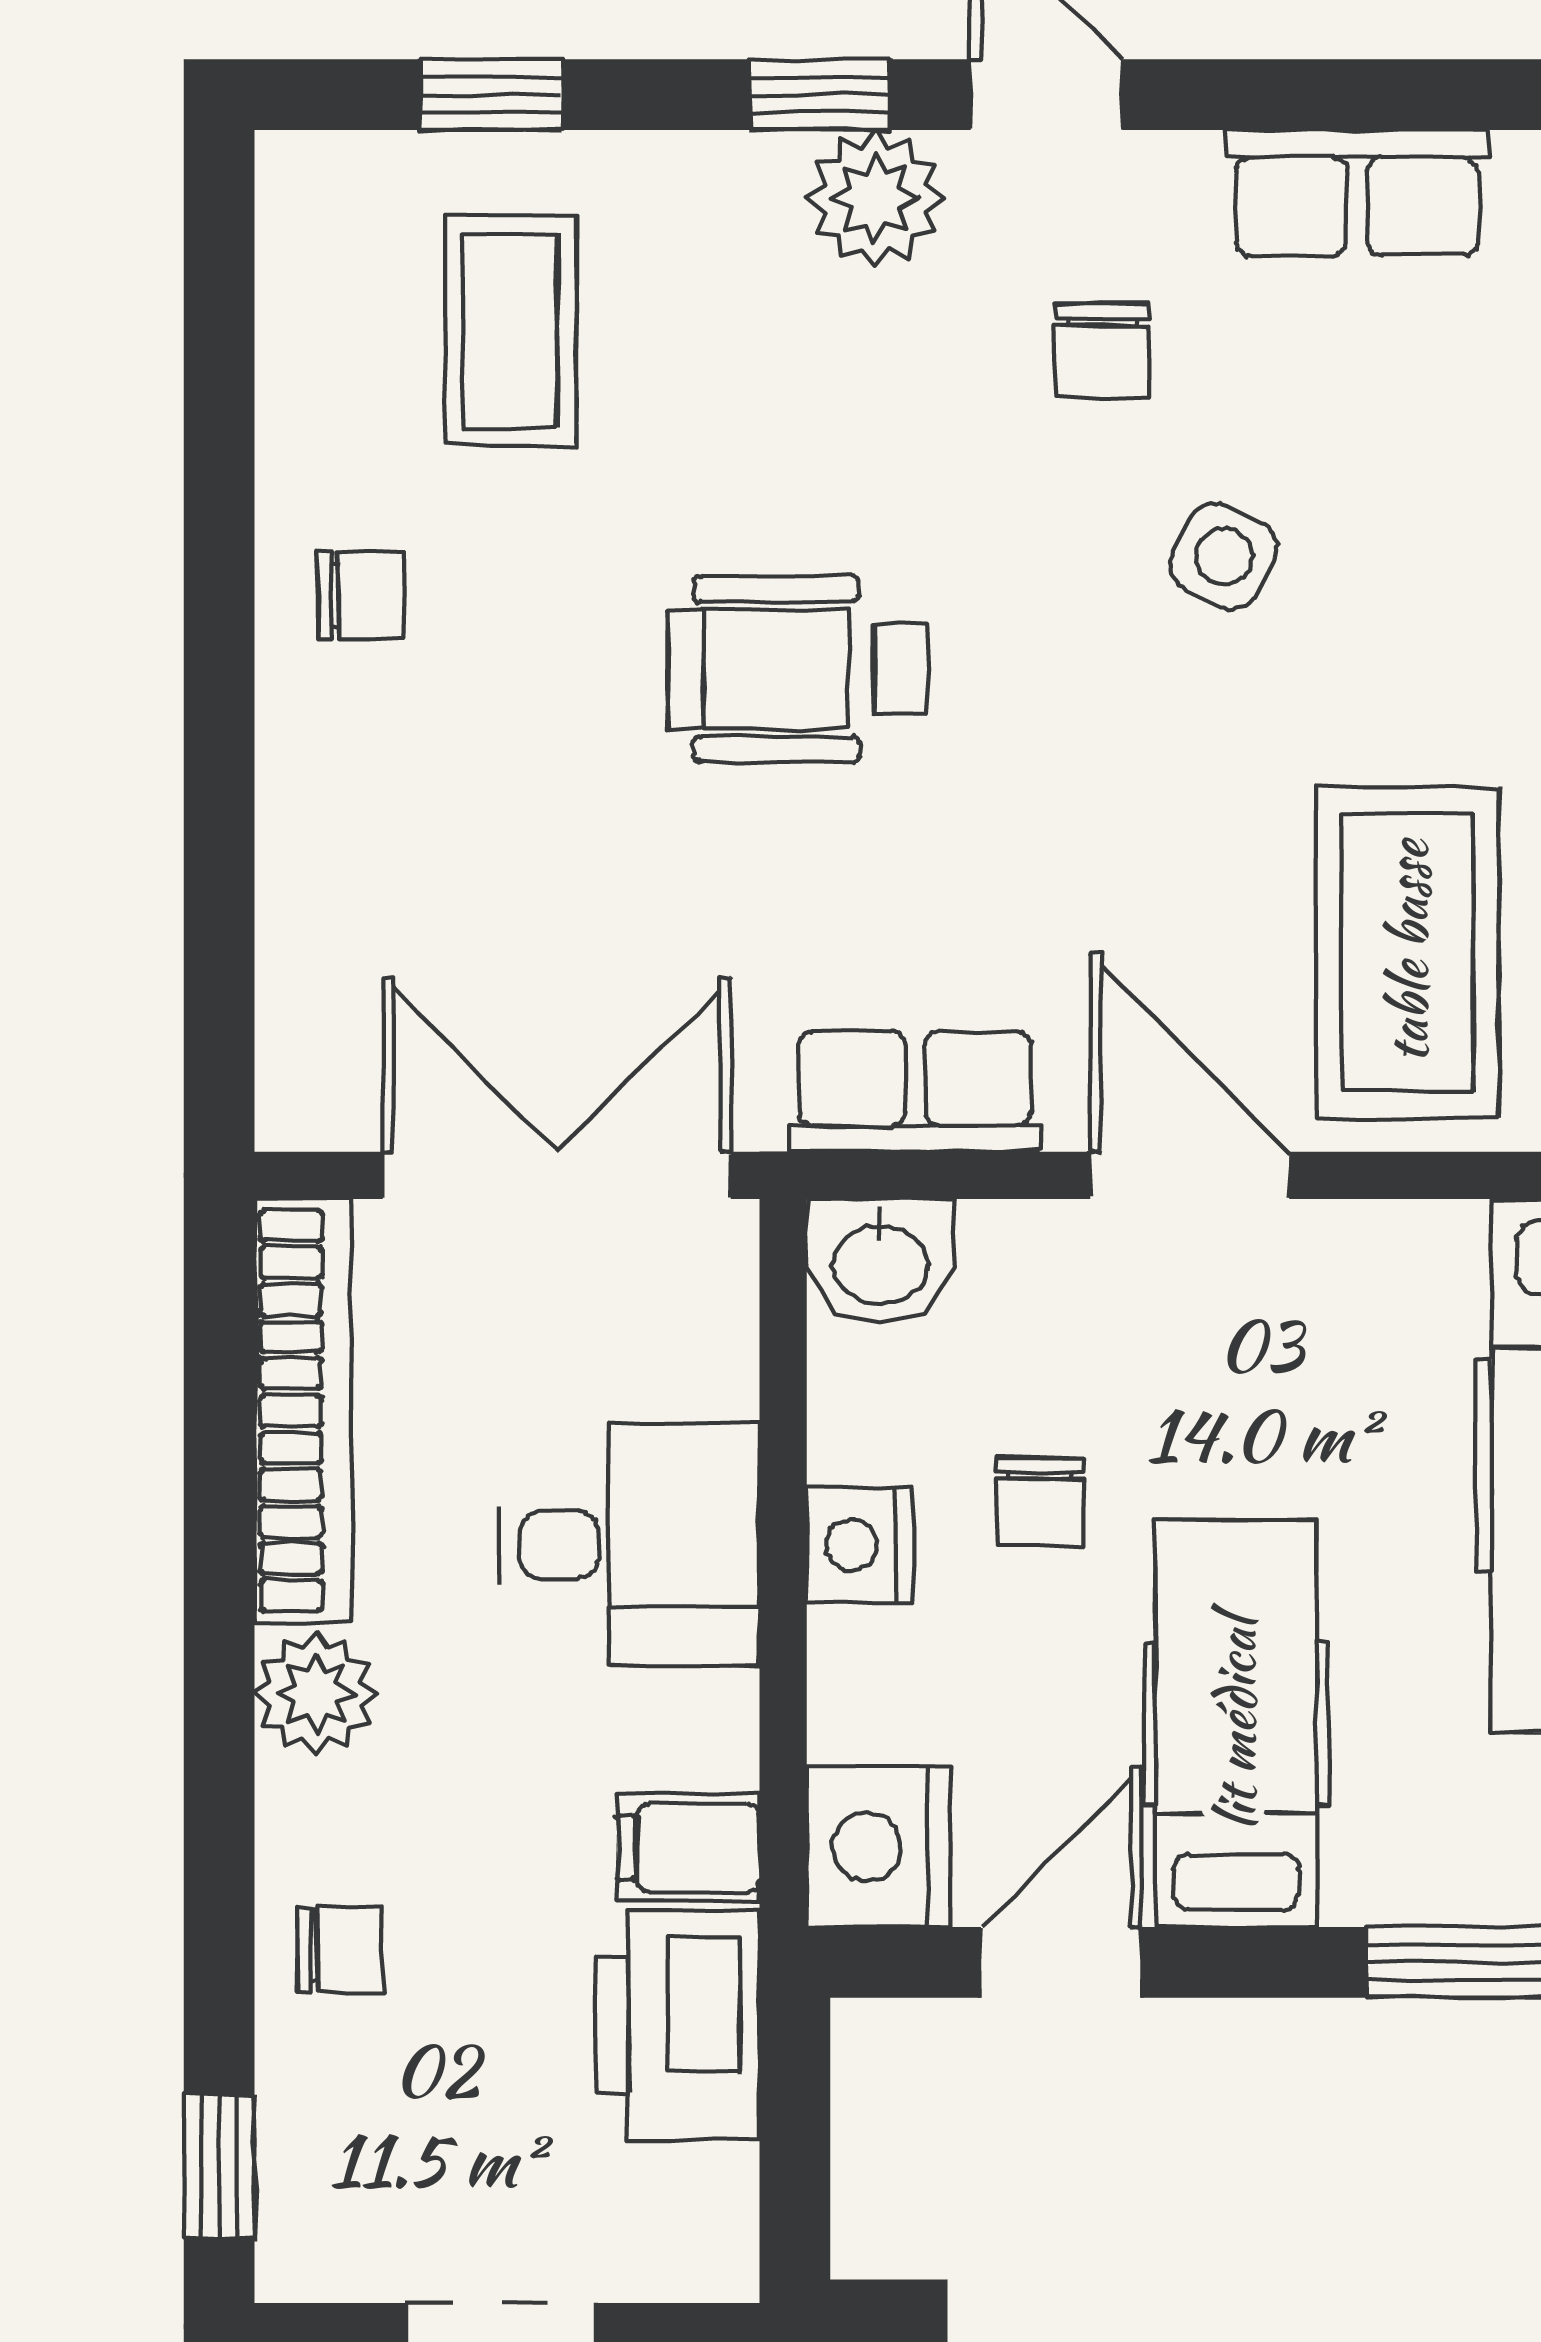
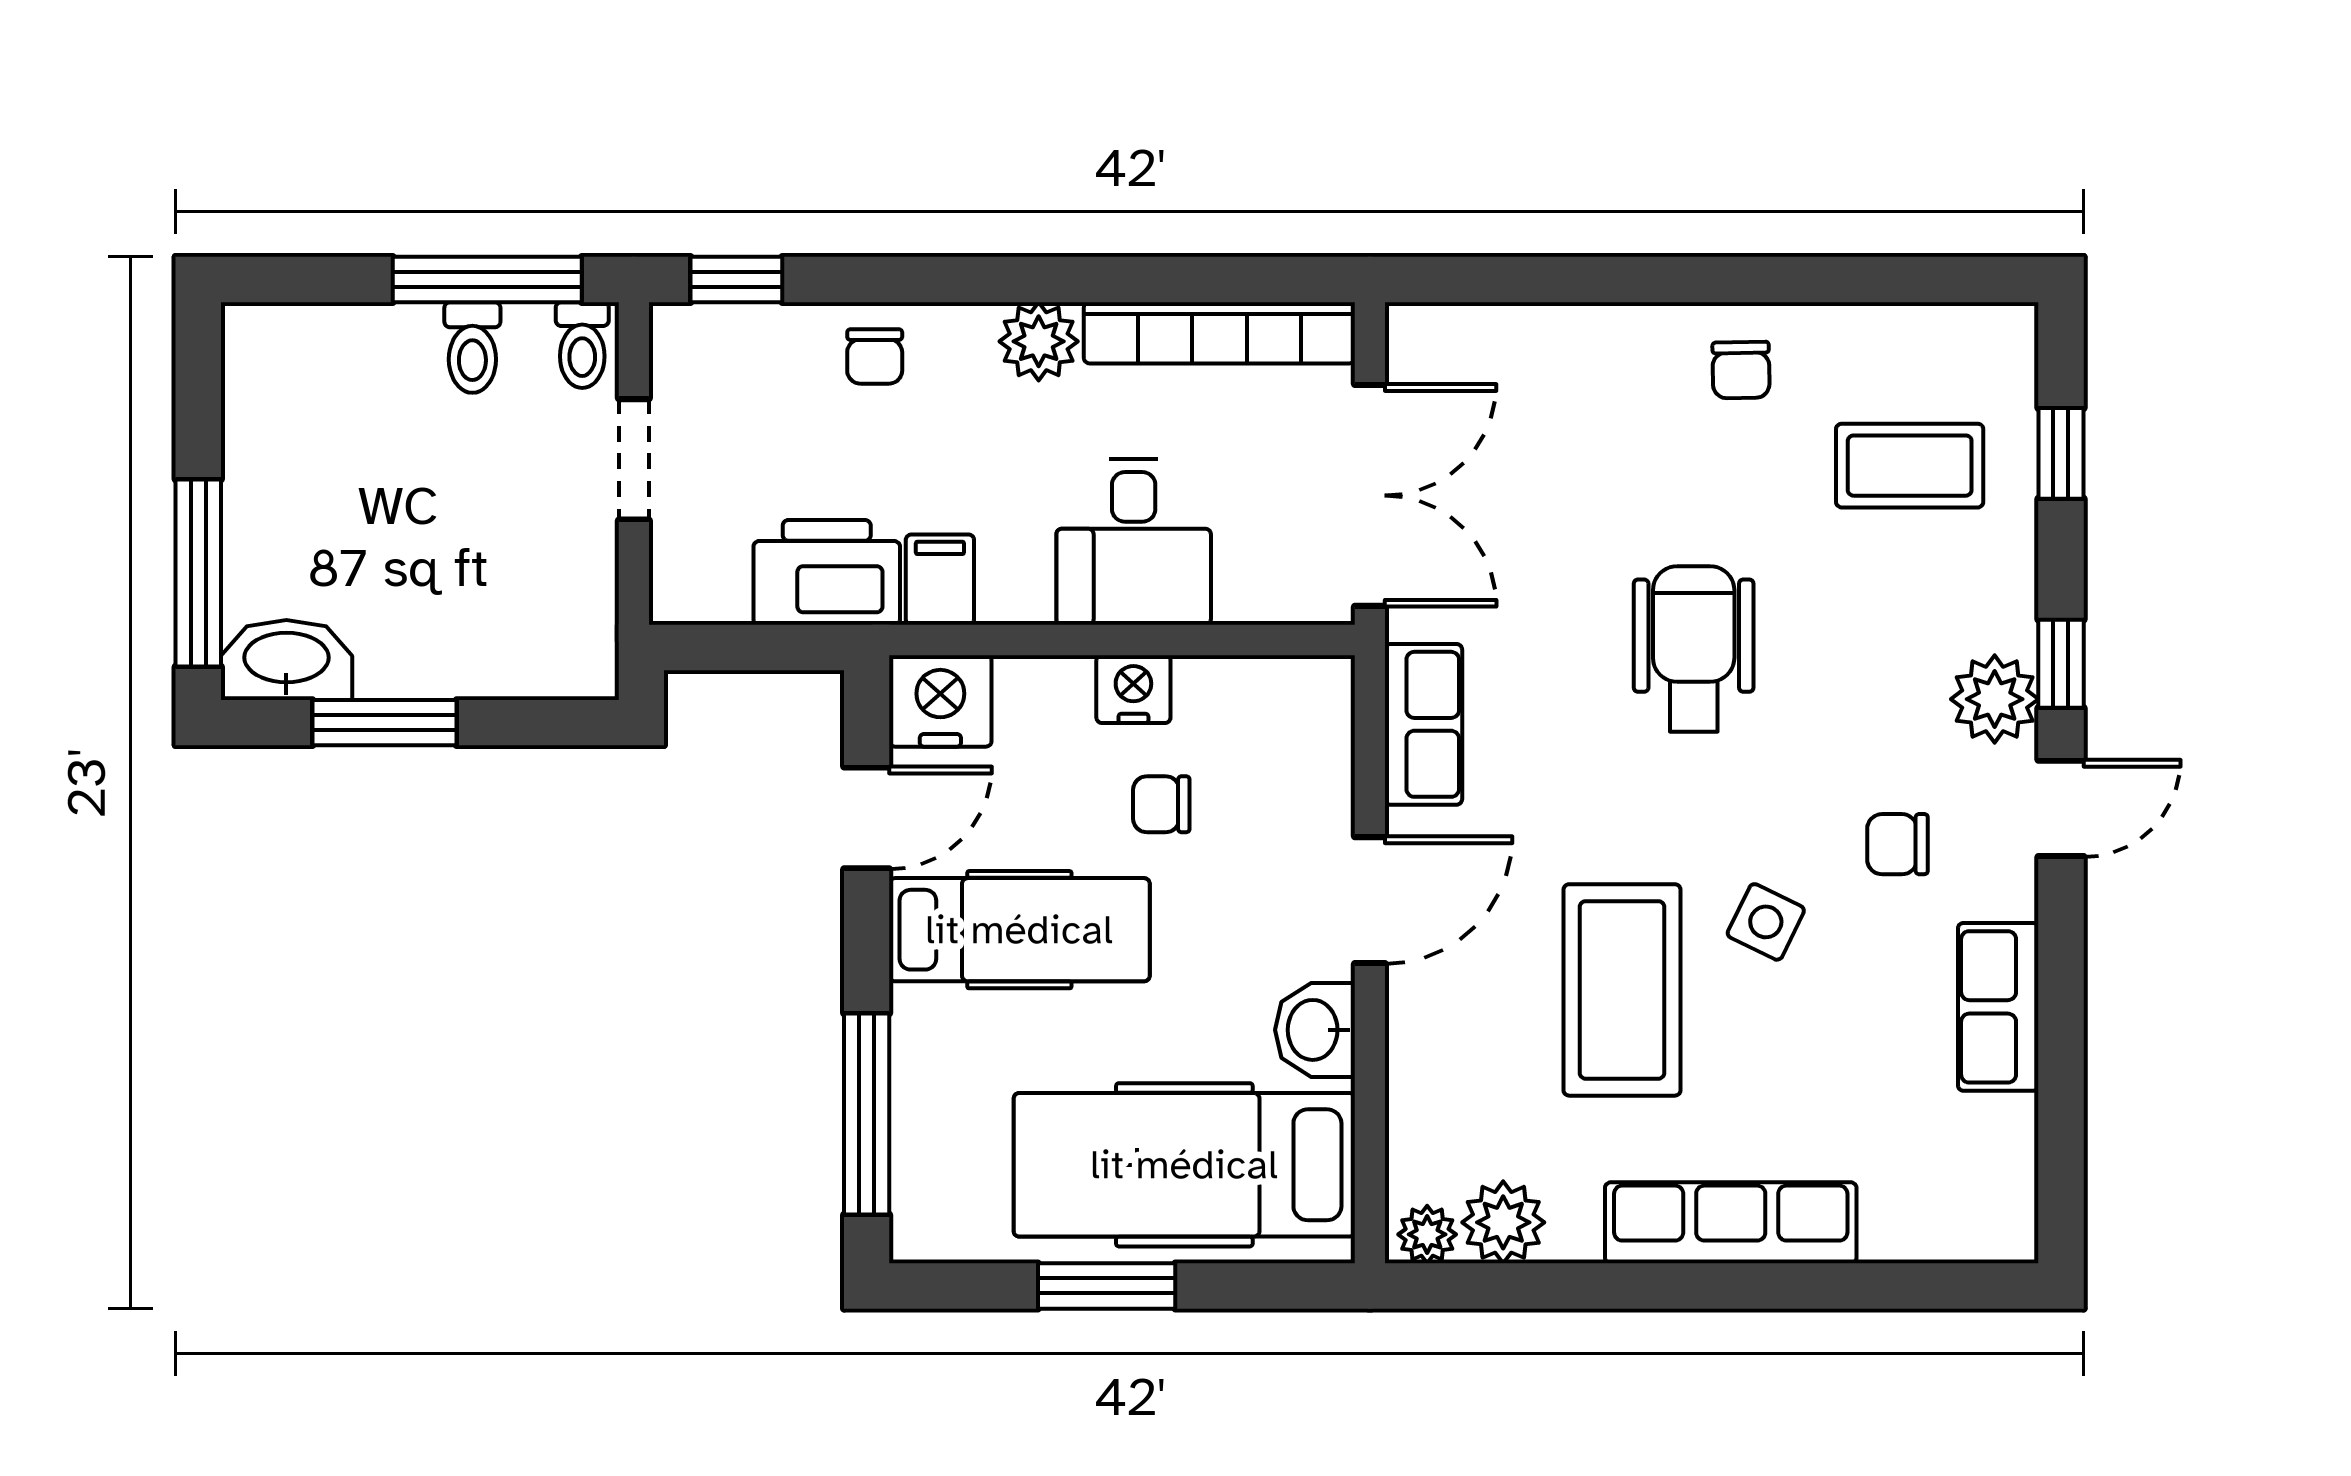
coffee table: (1408, 952) -> (1622, 990), moved, turned 90
washbasin: (880, 1261) -> (1315, 1030), moved
door: (1061, 1962) -> (867, 818), hinge flipped

